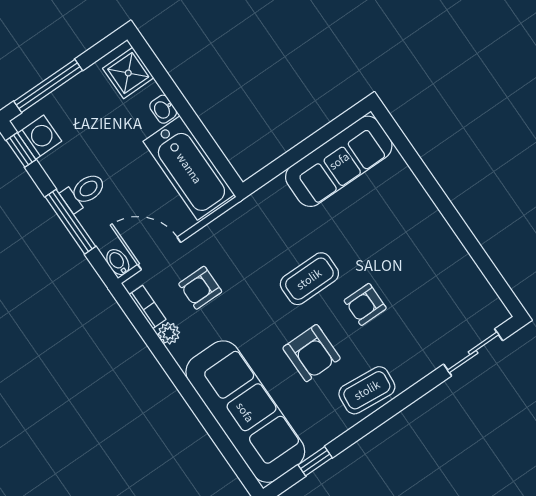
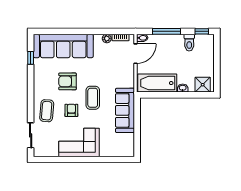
window: (48, 86) -> (217, 55), removed
washing machine: (40, 137) -> (202, 41), removed
sofa: (339, 161) -> (125, 110), moved
toilet: (84, 192) -> (189, 43), moved
corner sofa: (420, 244) -> (79, 142), added
armchair: (200, 288) -> (115, 59), removed
coffee table: (367, 390) -> (47, 111), moved

